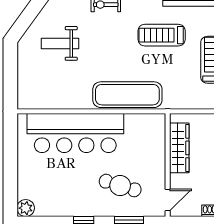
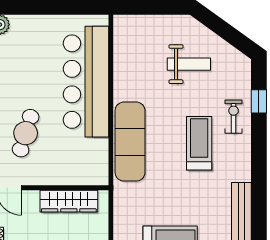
treadmill: (162, 35) -> (199, 143), moved
weight bench: (60, 43) -> (189, 64), turned 90

